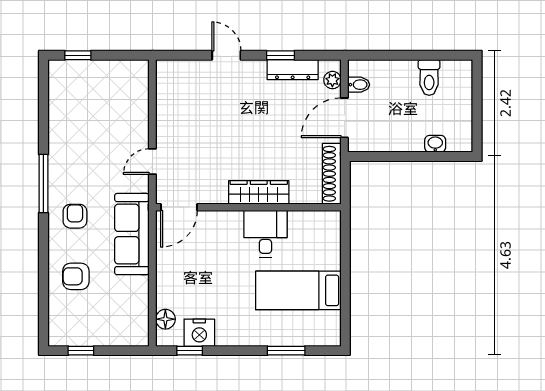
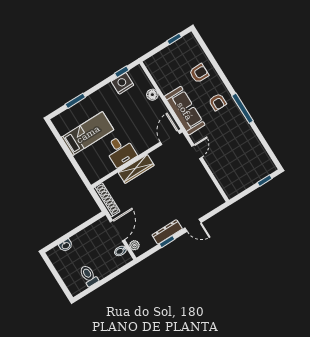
dresser: (293, 70) -> (167, 232), moved
floor lamp: (165, 319) -> (152, 95), moved

